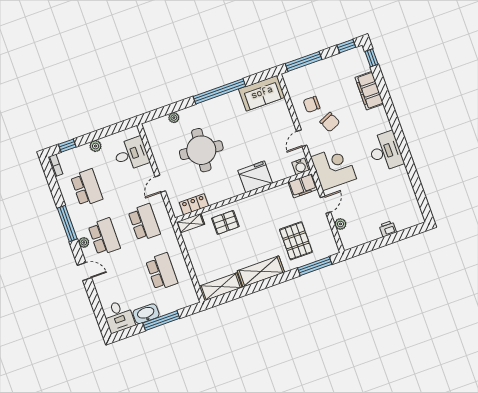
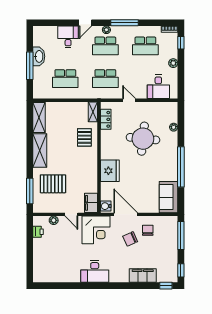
door: (302, 138) -> (126, 214), width x1.88
printer: (388, 229) -> (38, 232), moved
desk: (119, 316) -> (68, 37), moved, turned 90

